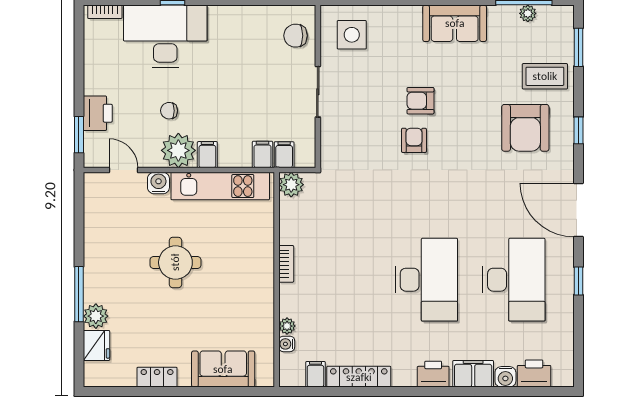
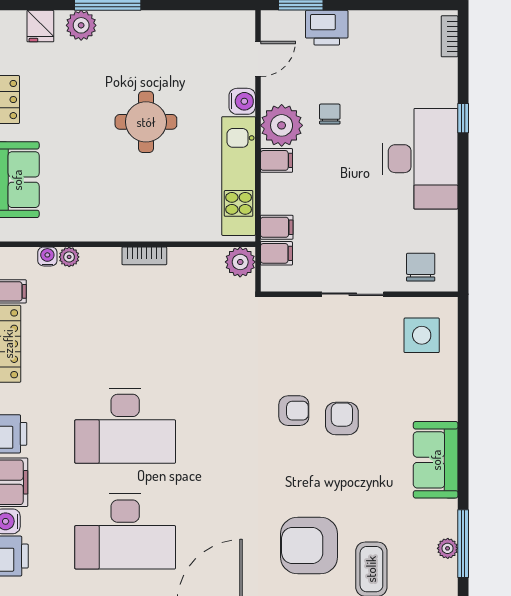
desk: (165, 36) -> (420, 159), moved
fridge: (96, 345) -> (40, 26), width x0.72

